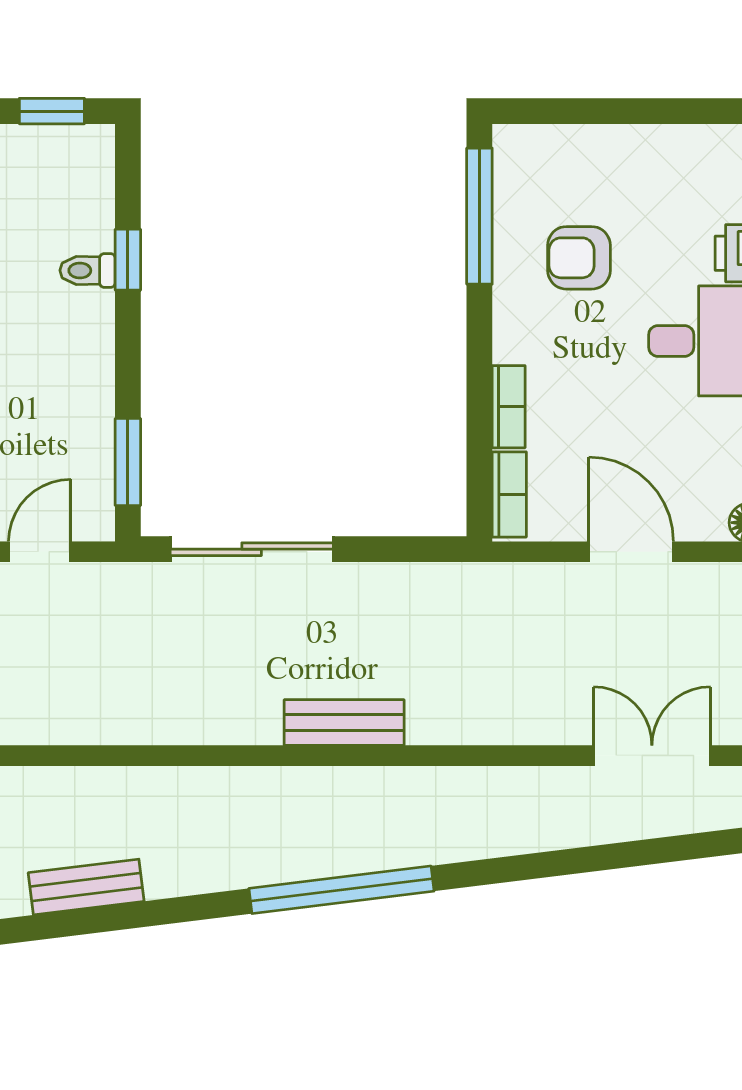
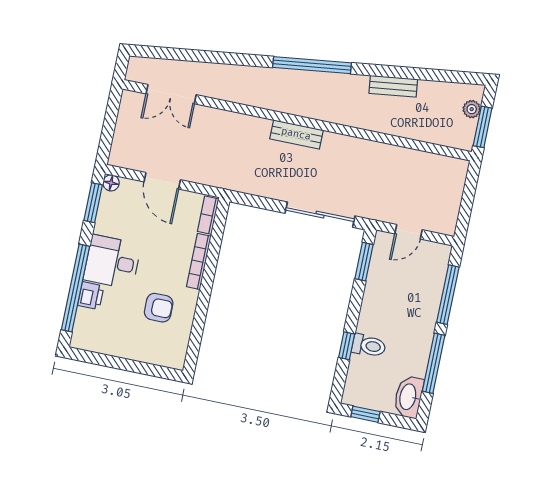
window: (479, 216) -> (196, 334), removed
toilet: (88, 270) -> (369, 346), width x1.37, depth x1.39
bookcase: (509, 407) -> (199, 261), width x1.56
bench: (86, 887) -> (393, 86), moved

